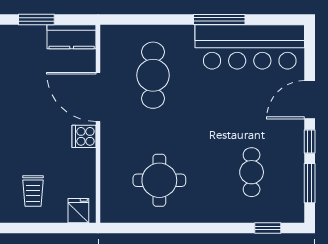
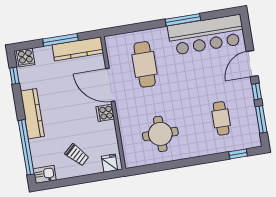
window: (36, 19) -> (60, 40), width x1.44
kitchen counter: (72, 37) -> (78, 49), width x1.50
trolley: (33, 191) -> (77, 155), turned -43

